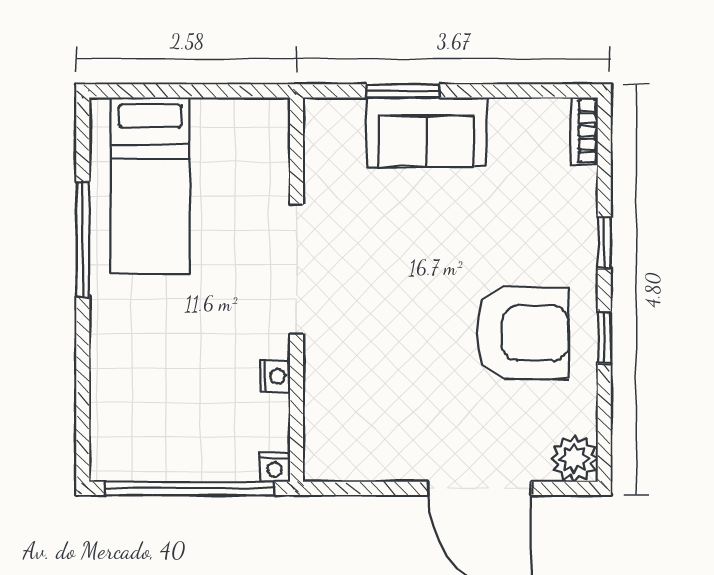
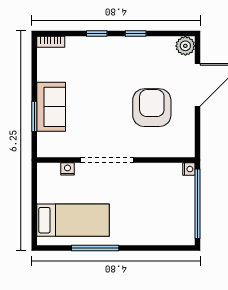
armchair: (522, 333) -> (152, 108), moved
nightstand: (275, 376) -> (68, 169), moved

